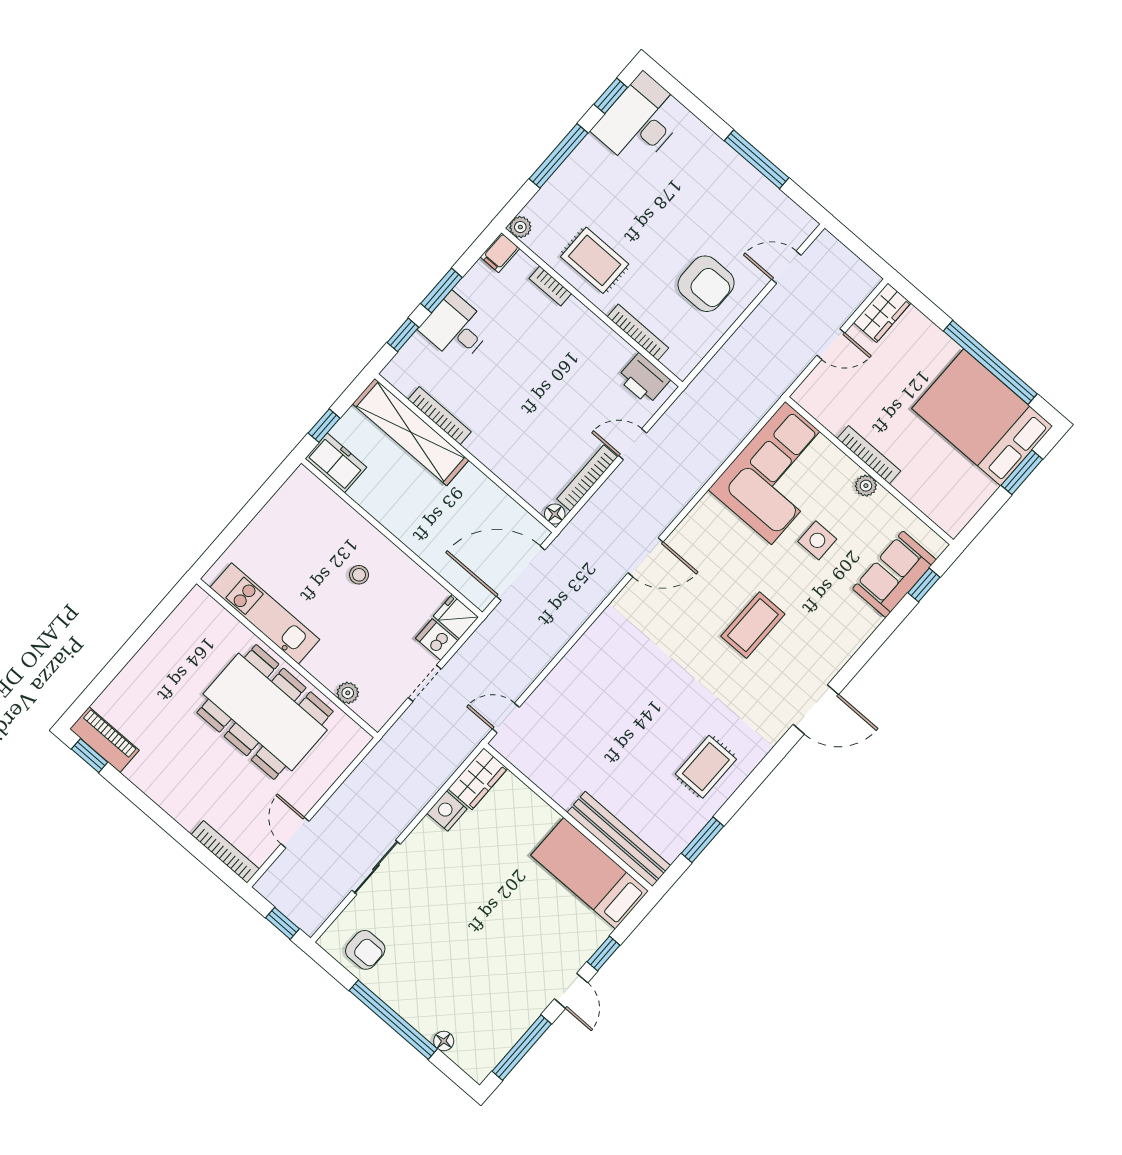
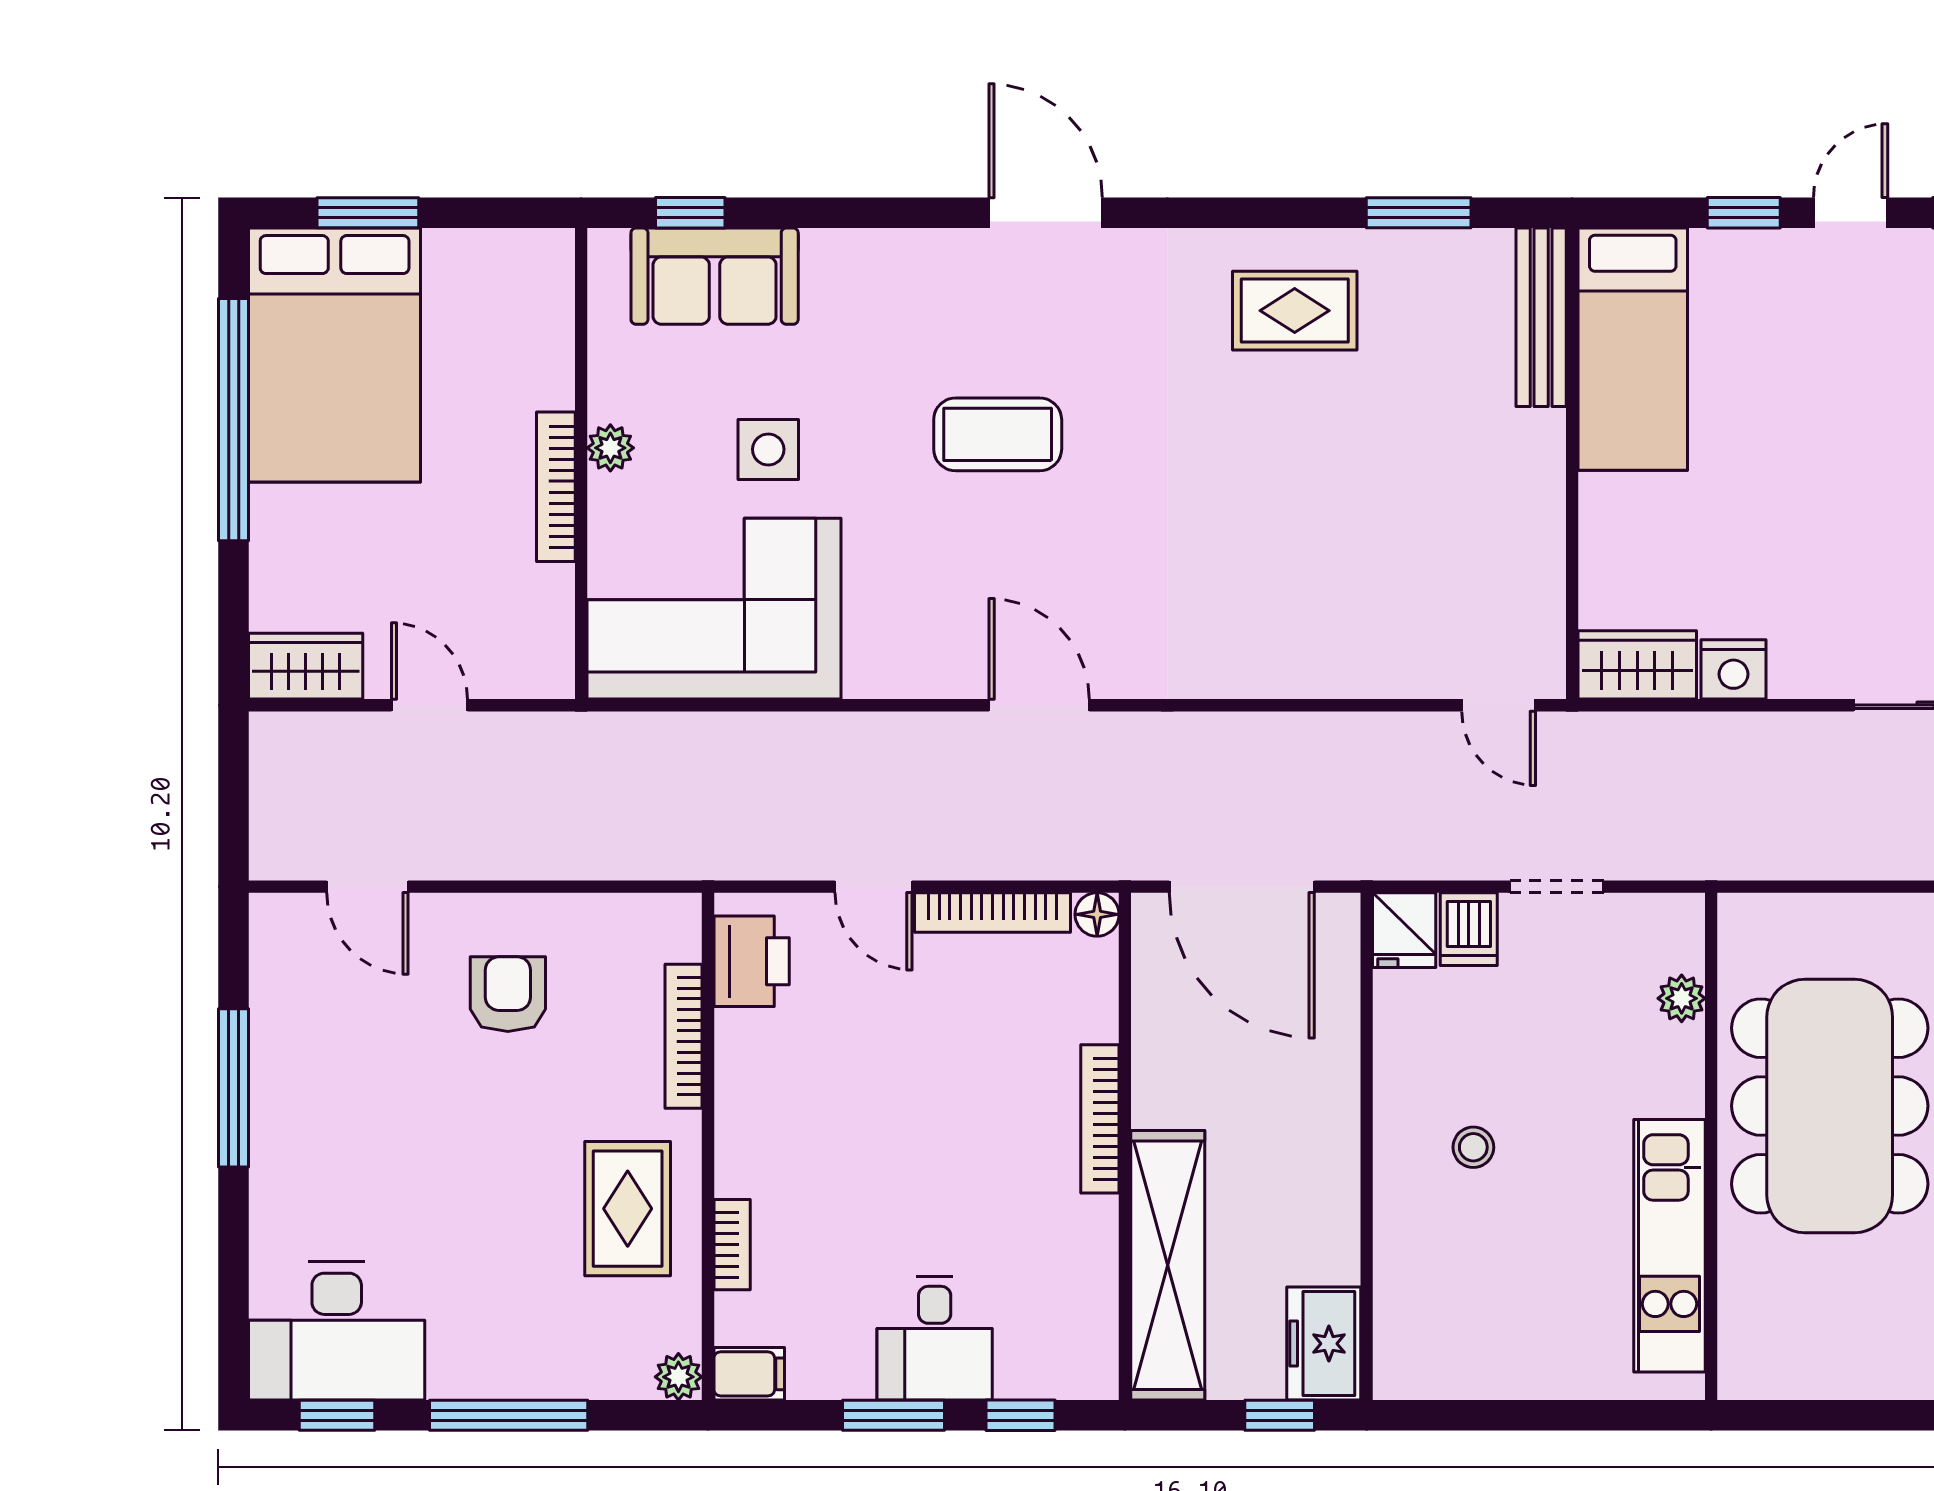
armchair: (706, 284) -> (508, 994), width x0.72, depth x0.72
bookcase: (440, 416) -> (1100, 1119), moved
bench: (619, 839) -> (1541, 317), width x0.73, depth x0.82

